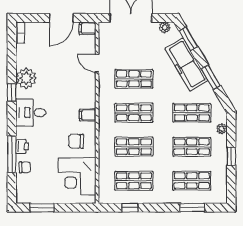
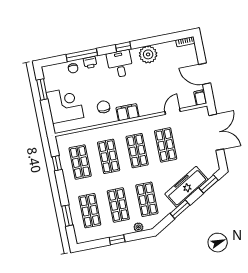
plant: (165, 27) -> (214, 162), removed
window: (12, 93) -> (123, 47), moved
filing cabinet: (88, 115) -> (128, 112), width x2.00
corner desk: (77, 176) -> (65, 105), moved, turned 90

